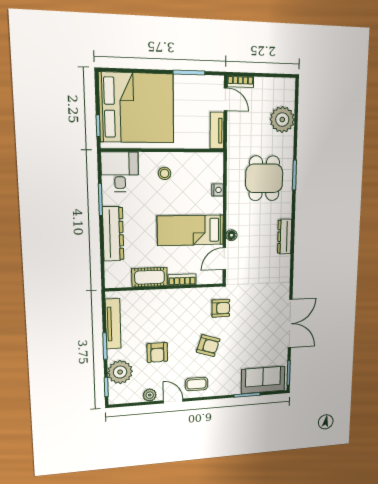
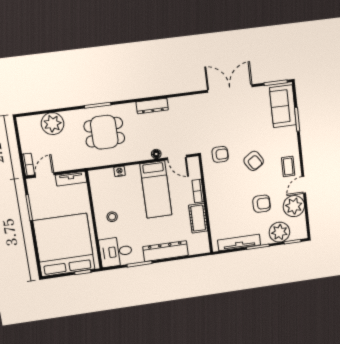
armchair: (221, 308) -> (220, 154), turned 90
armchair: (208, 346) -> (254, 161), turned 129
plant: (150, 395) -> (294, 206), width x1.87, depth x1.87

